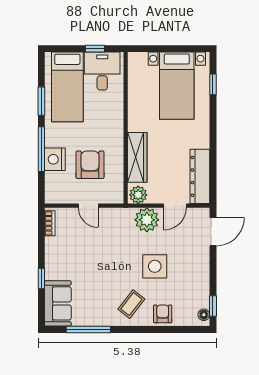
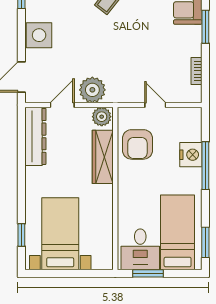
window: (95, 49) -> (148, 273), width x1.50
window: (41, 101) -> (205, 242), moved
armchair: (90, 165) -> (137, 144), moved
bookcase: (50, 223) -> (196, 71), moved
side table: (155, 266) -> (39, 35), moved
window: (41, 279) -> (205, 27), width x1.50

